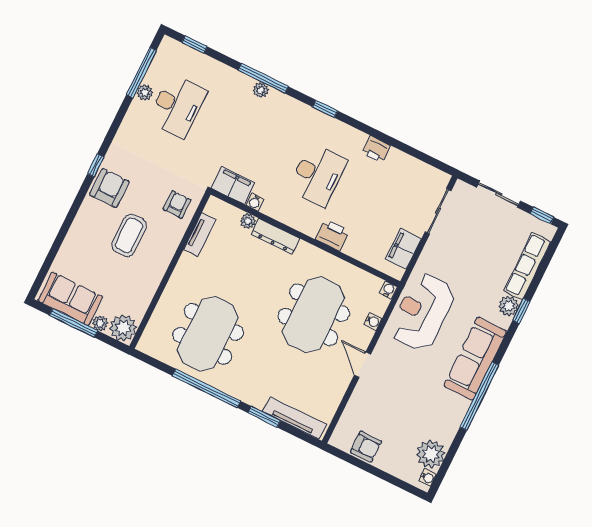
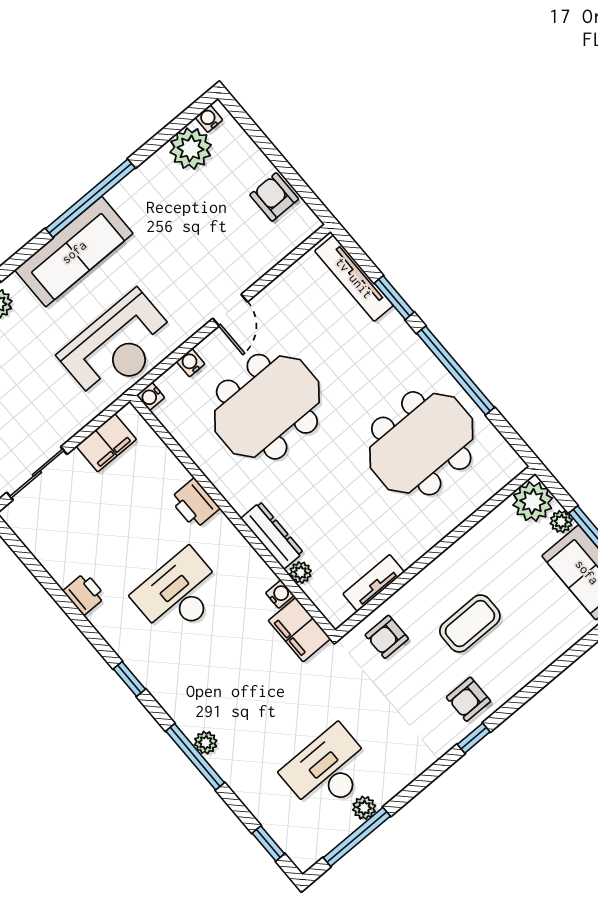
armchair: (109, 188) -> (468, 699), width x0.72, depth x0.72

